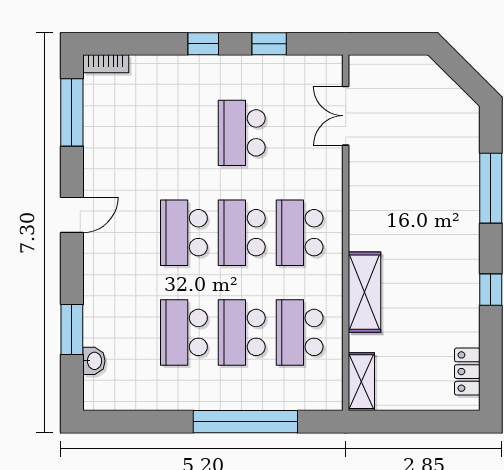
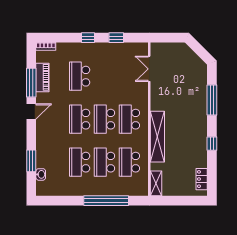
window: (72, 112) -> (31, 83), moved
school desk: (242, 133) -> (80, 76), moved
piano: (98, 136) -> (42, 77), added
shelving: (364, 292) -> (157, 137), width x1.47

